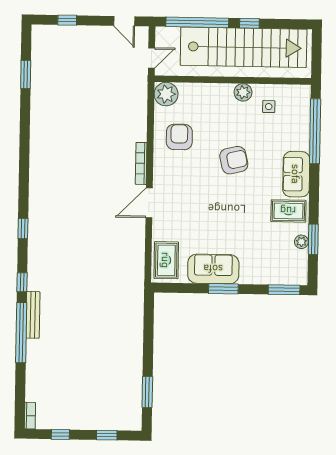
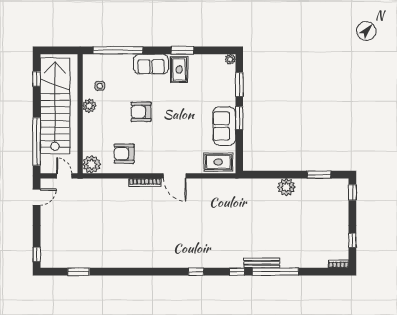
window: (67, 20) -> (37, 254), moved
window: (249, 23) -> (37, 79), moved
armchair: (234, 160) -> (141, 112), turned -77
window: (313, 239) -> (182, 50), moved
plant: (301, 242) -> (230, 59), moved
window: (284, 290) -> (239, 84), moved
plant: (132, 349) -> (286, 187), added
window: (107, 435) -> (352, 192), moved

